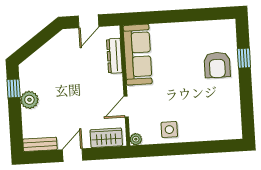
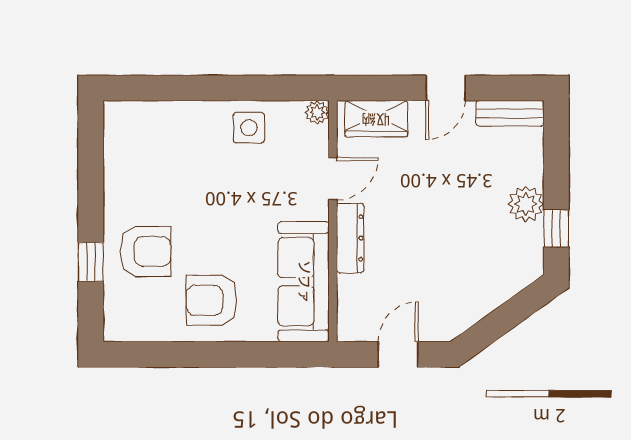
armchair: (183, 43) -> (212, 300), added
dresser: (114, 56) -> (350, 238), moved
armchair: (217, 65) -> (145, 251), turned 90

